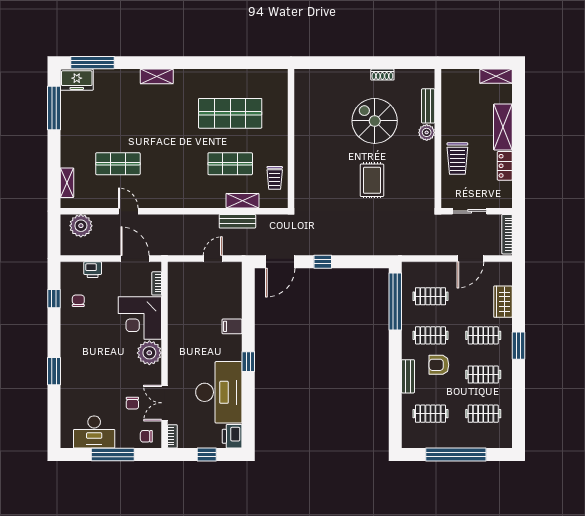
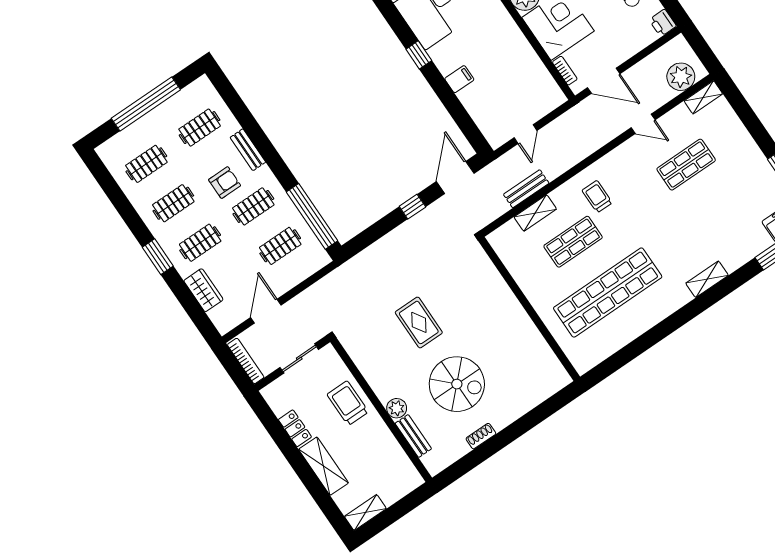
shop shelf: (230, 113) -> (608, 292), width x1.40
trolley: (275, 178) -> (597, 197), moved
shelving: (67, 183) -> (703, 97), moved, turned 90
printer: (93, 270) -> (663, 23), moved, turned -90

